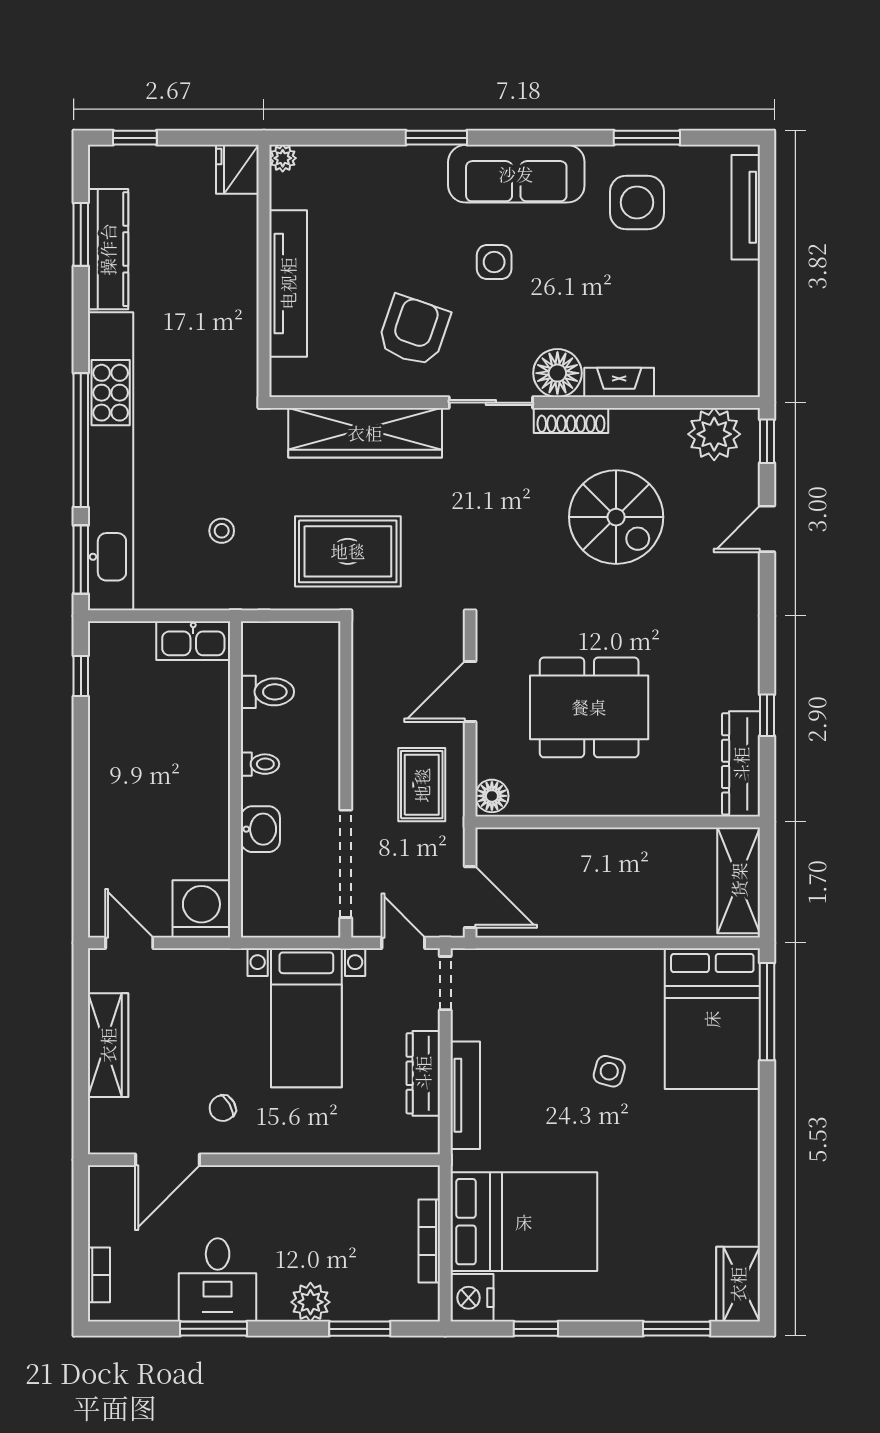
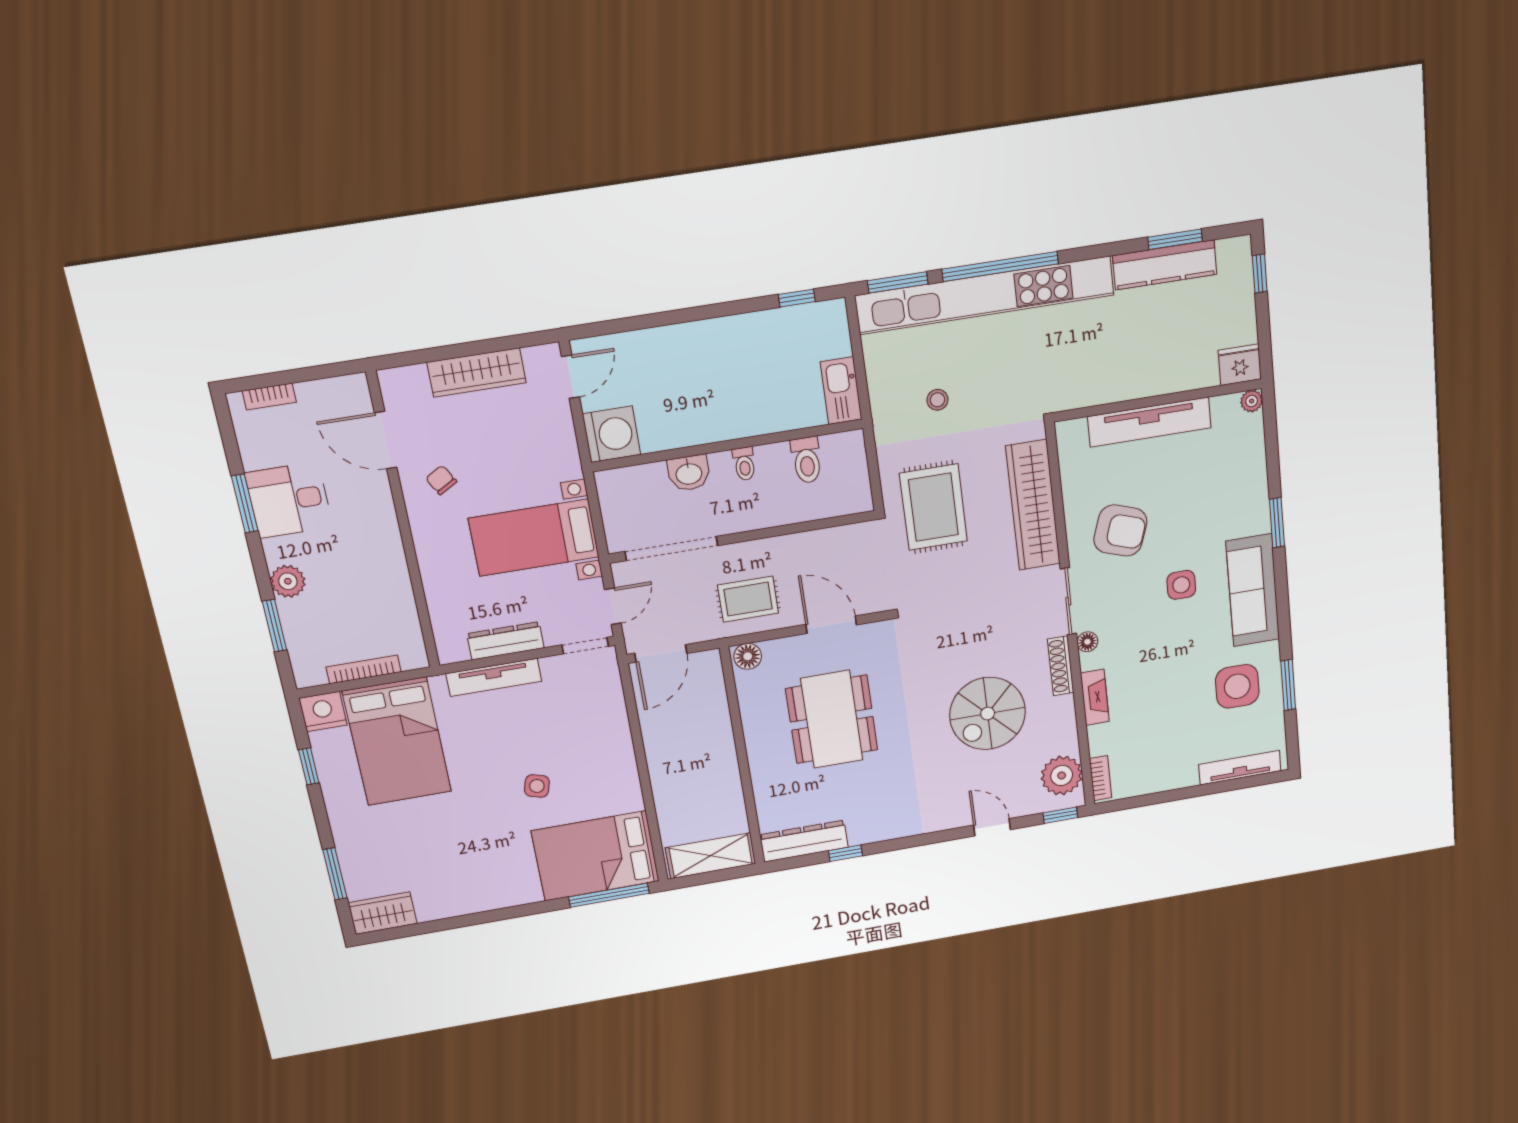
floor lamp: (557, 373) -> (1087, 642), width x0.53, depth x0.53
bookcase: (727, 386) -> (1100, 778), added

